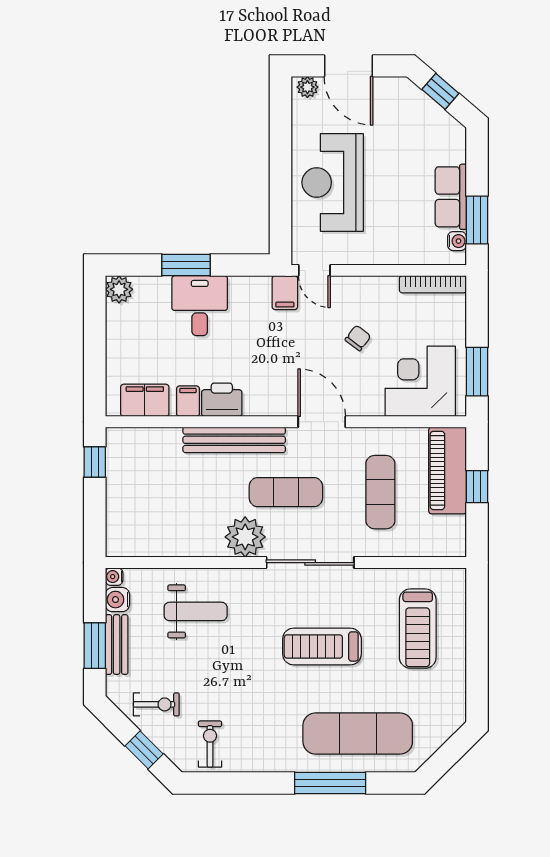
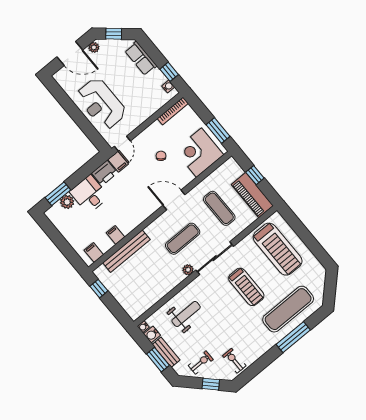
plant: (307, 87) -> (94, 47), moved
row of seats: (451, 197) -> (141, 58), moved
window: (477, 220) -> (169, 72), width x0.67
window: (186, 265) -> (58, 194), moved
door: (314, 270) -> (122, 144), hinge flipped
plant: (119, 289) -> (67, 202), moved
filing cabinet: (145, 400) -> (94, 252), width x0.50
printer: (222, 400) -> (104, 173), moved, turned 180
bench: (234, 440) -> (126, 251), moved
piano: (448, 470) -> (252, 195), moved
plant: (245, 537) -> (188, 270), width x0.53, depth x0.53
treadmill: (418, 629) -> (278, 249), width x1.37, depth x1.38
treadmill: (322, 646) -> (246, 287), turned -90

